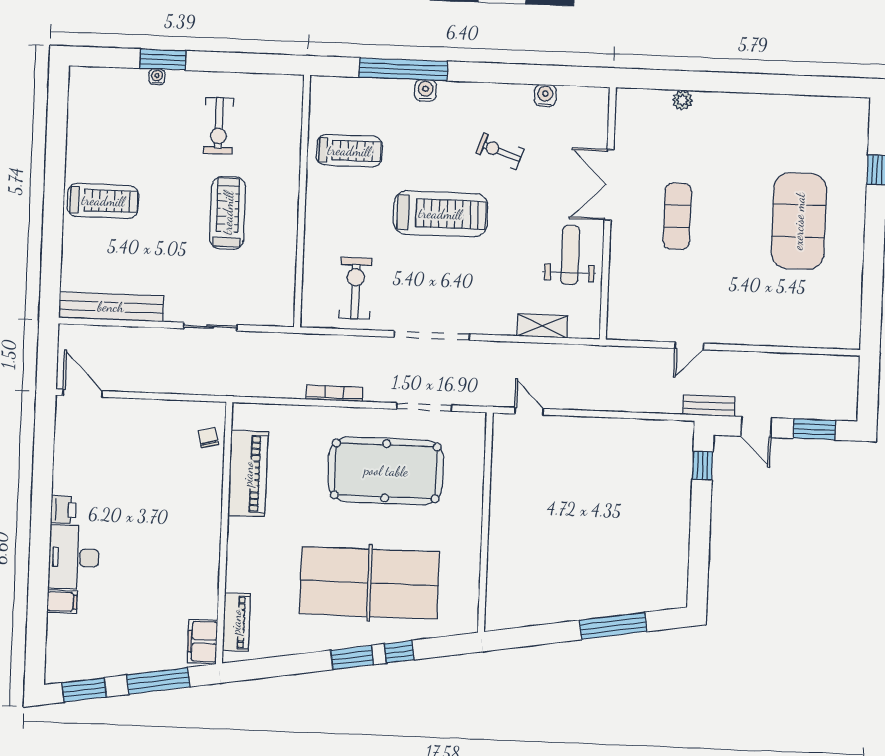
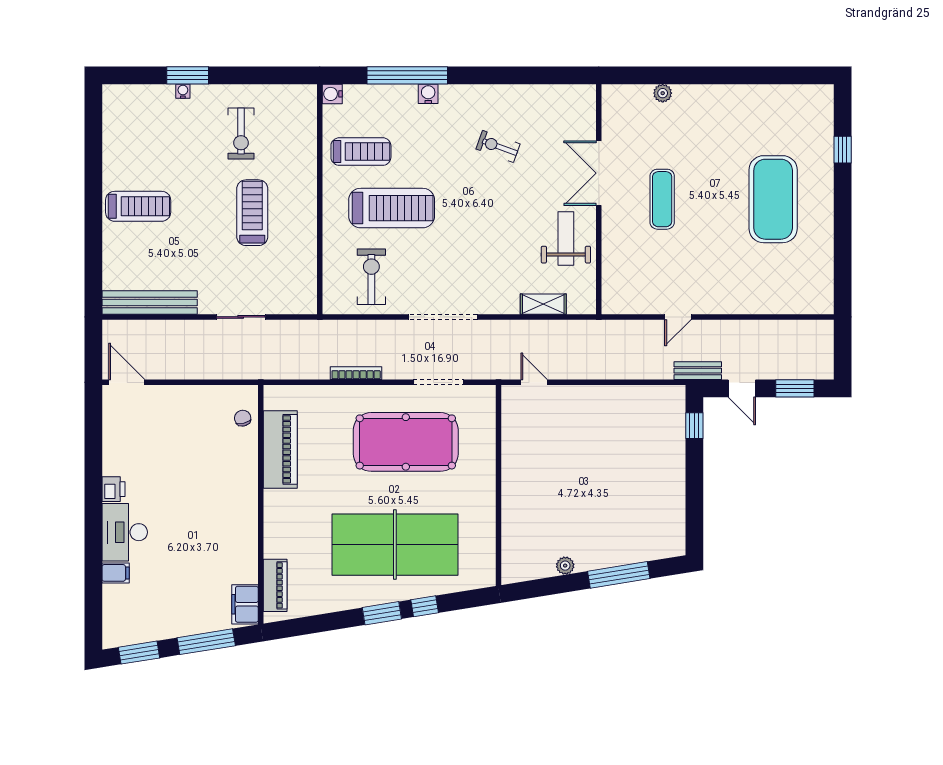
water cooler: (545, 95) -> (332, 94), moved, turned -90
treadmill: (440, 214) -> (392, 208), moved
plant: (555, 613) -> (565, 566), added

